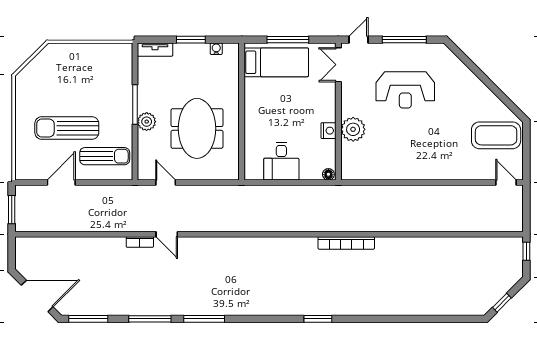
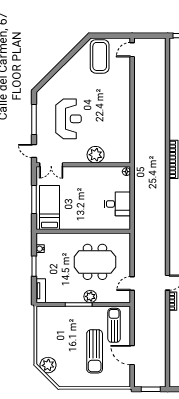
plant: (47, 60) -> (48, 365), added
nightstand: (329, 131) -> (96, 172), removed

